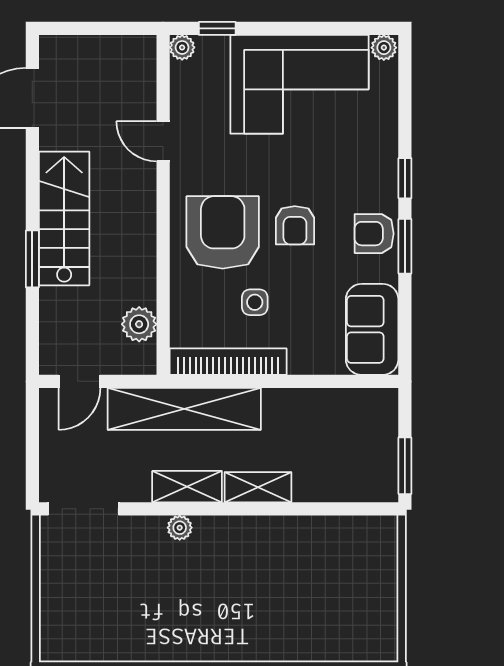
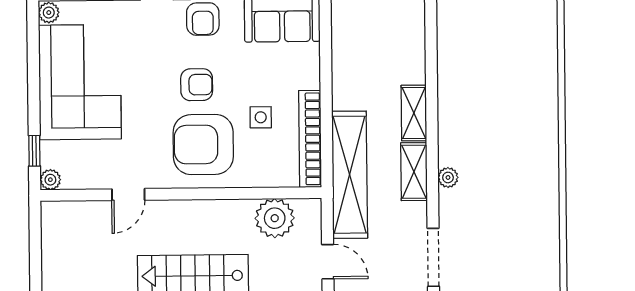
plant: (139, 324) -> (275, 218), width x1.36, depth x1.36

